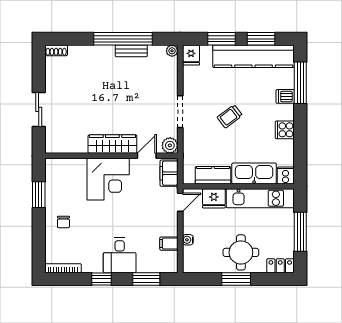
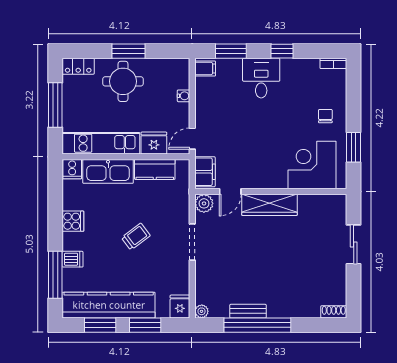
corner desk: (108, 179) -> (312, 165), moved
filing cabinet: (169, 244) -> (205, 69), moved
bookcase: (63, 268) -> (333, 63), width x0.64

